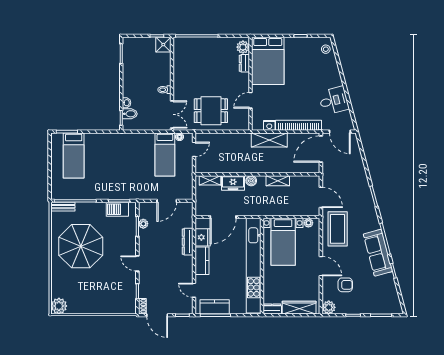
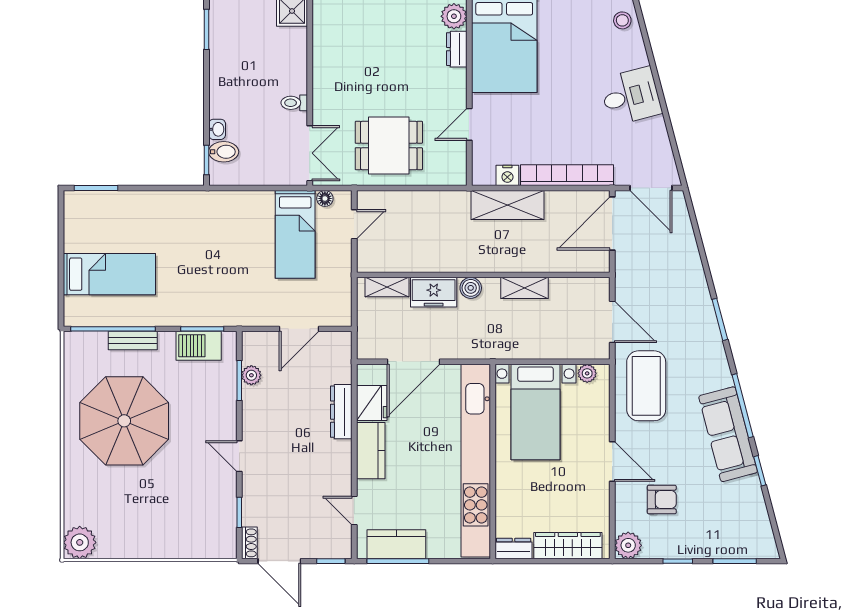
desk: (334, 101) -> (631, 96), moved
bed: (74, 155) -> (109, 274), moved, turned -90
bench: (63, 207) -> (133, 341), moved

